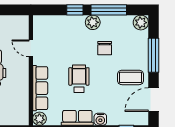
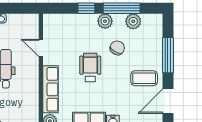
plant: (141, 23) -> (133, 21), moved
chair: (105, 48) -> (117, 48), turned -150
wheelchair: (79, 79) -> (90, 67), moved

